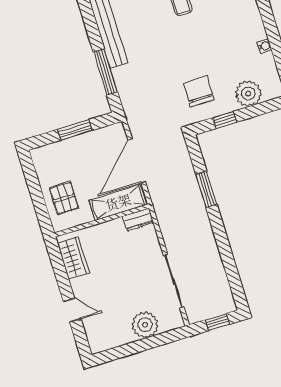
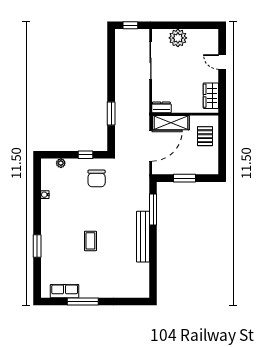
plant: (248, 93) -> (61, 163), width x0.53, depth x0.53

